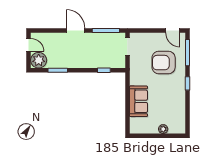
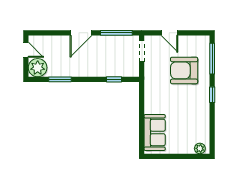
door: (76, 31) -> (81, 33), swing flipped
door: (173, 31) -> (170, 33), moved
sofa: (138, 101) -> (155, 132), moved
plant: (163, 129) -> (200, 148), moved

